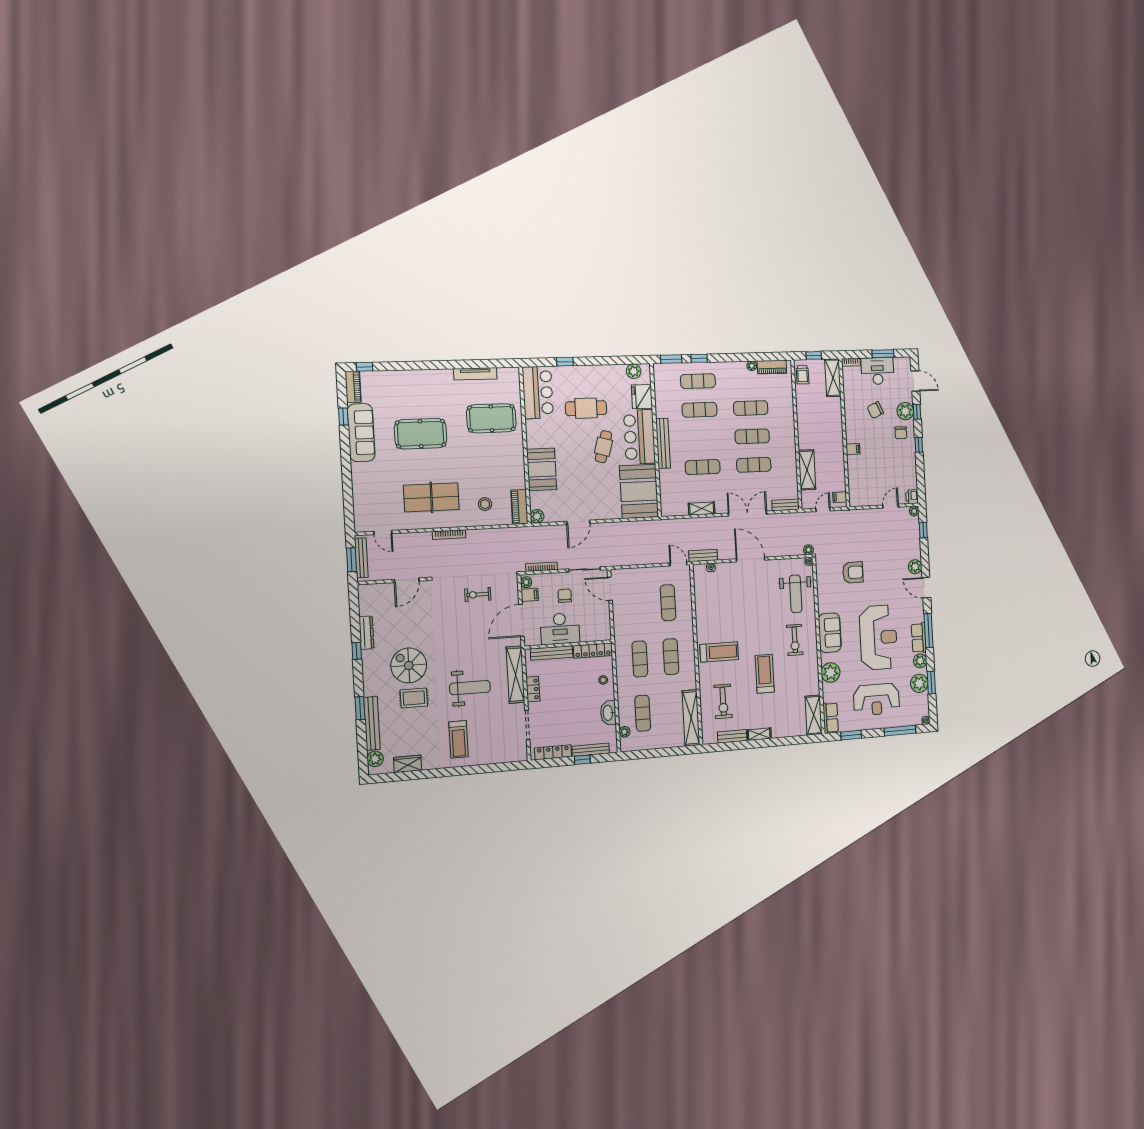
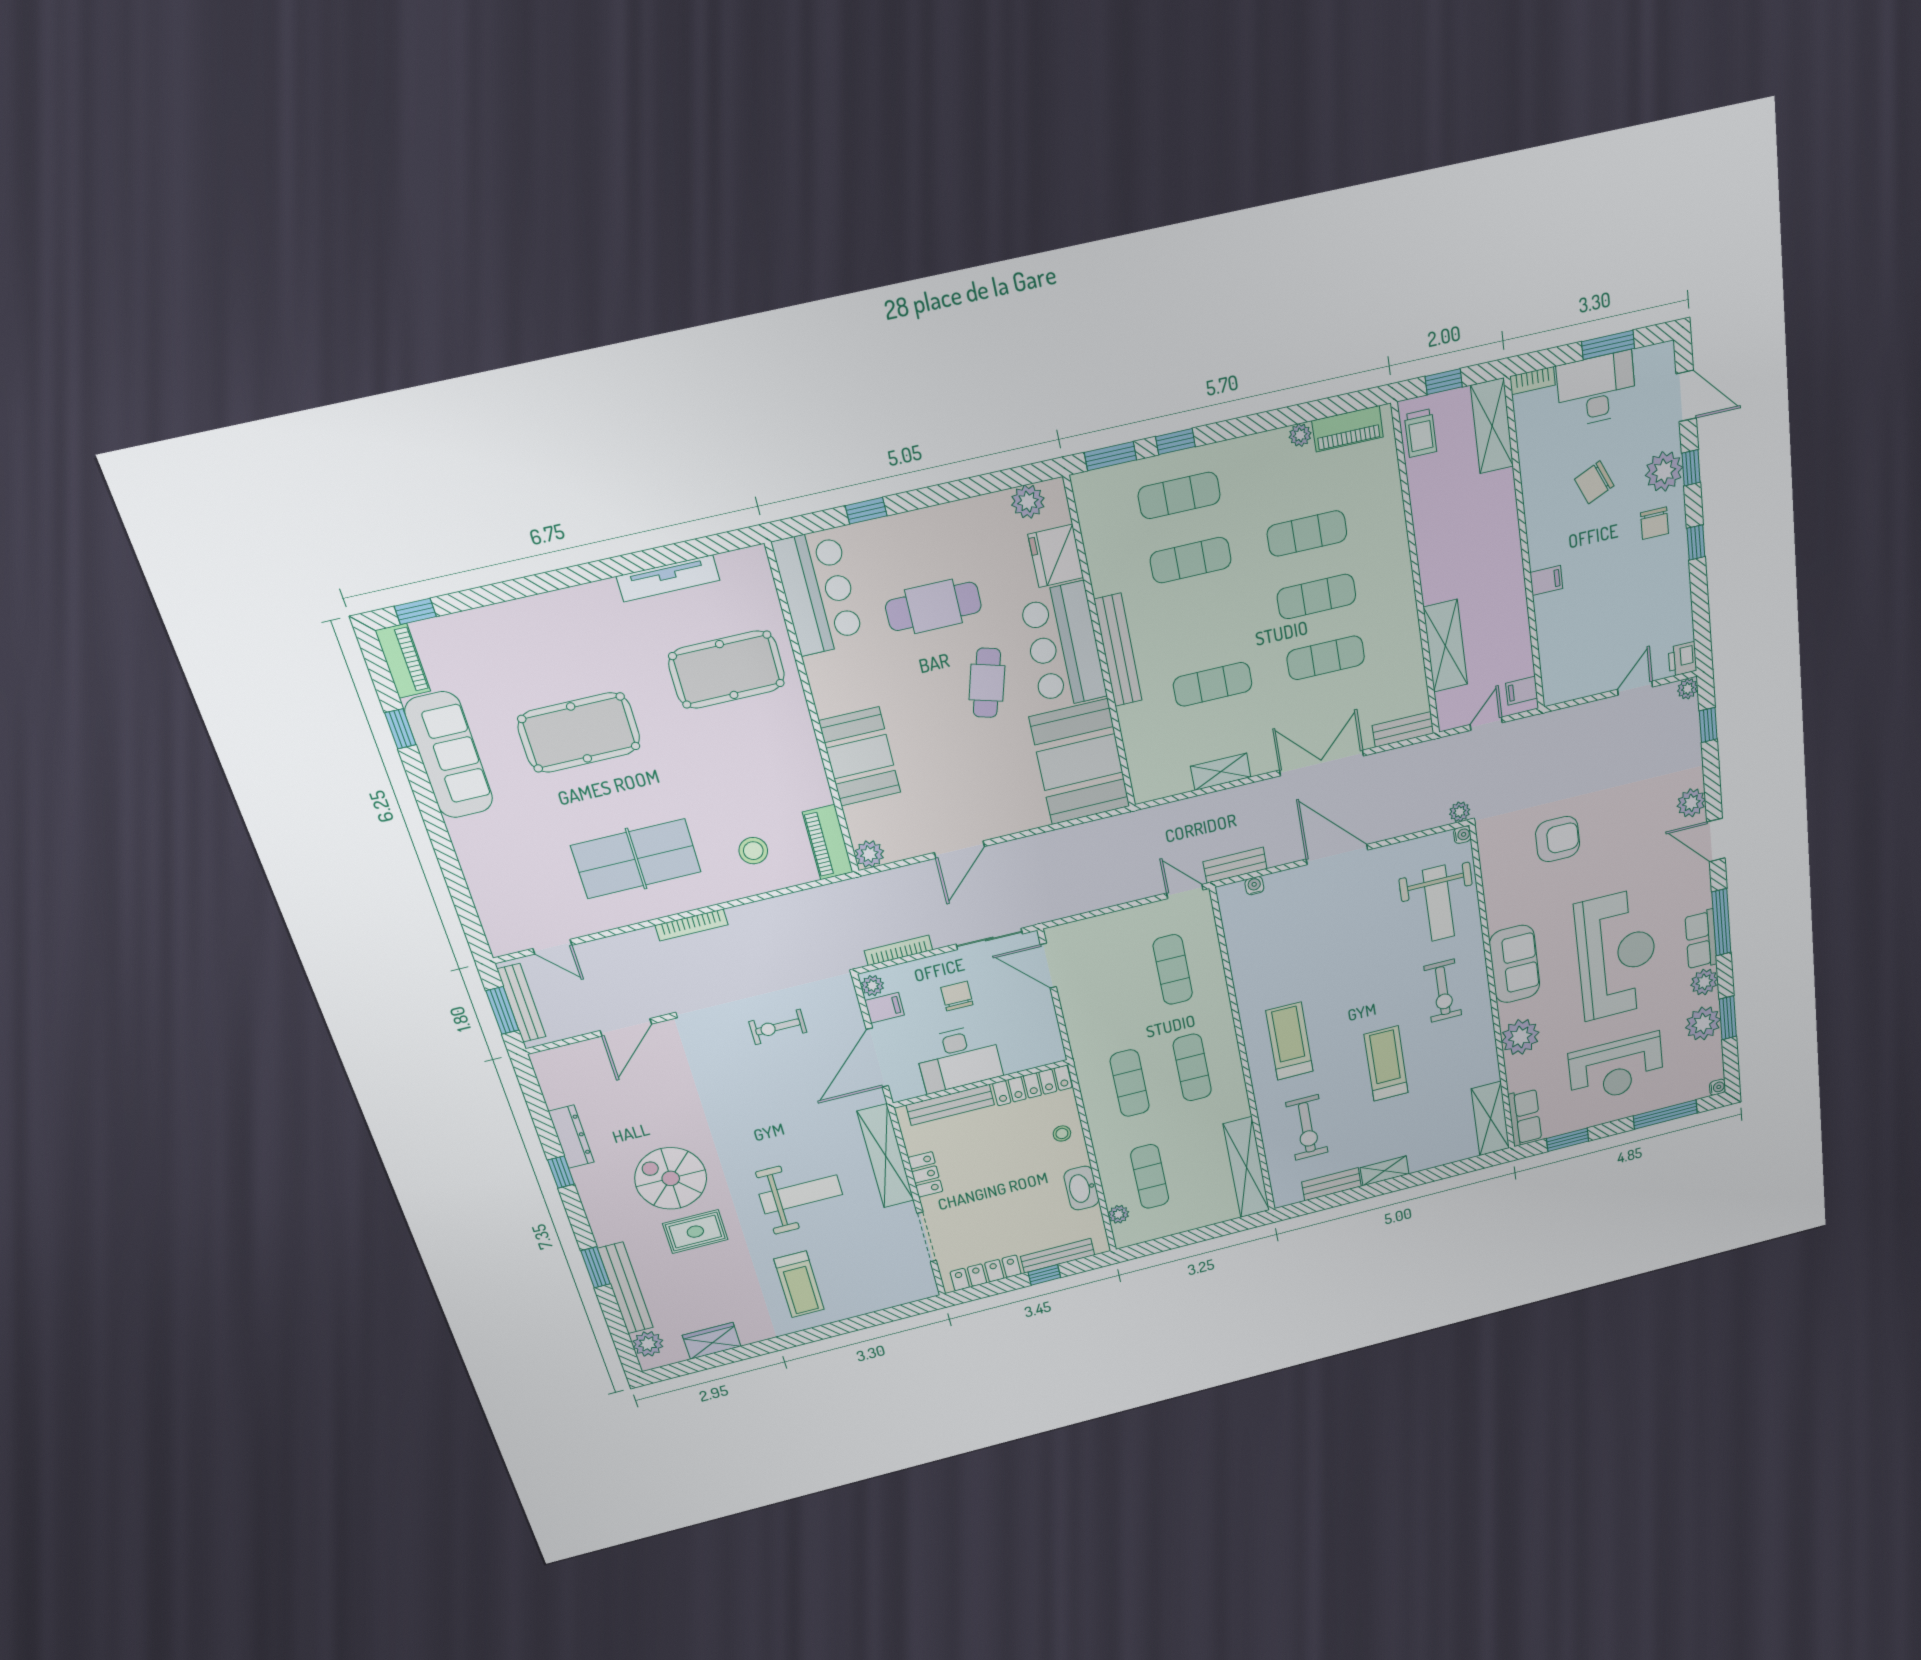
treadmill: (719, 652) -> (1289, 1041), turned -90

